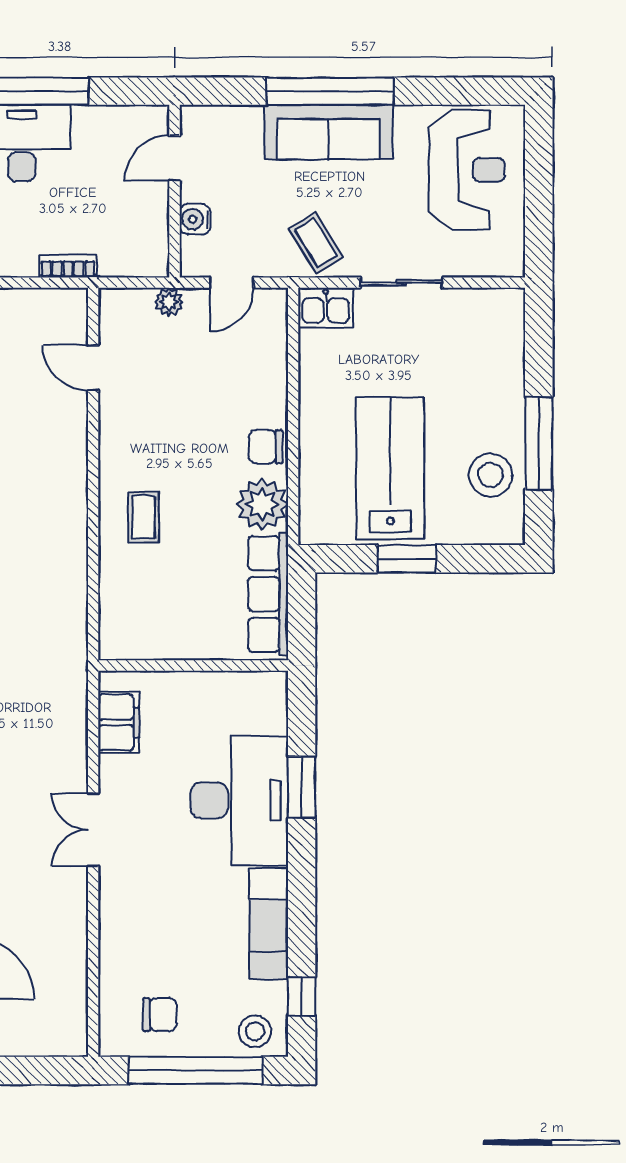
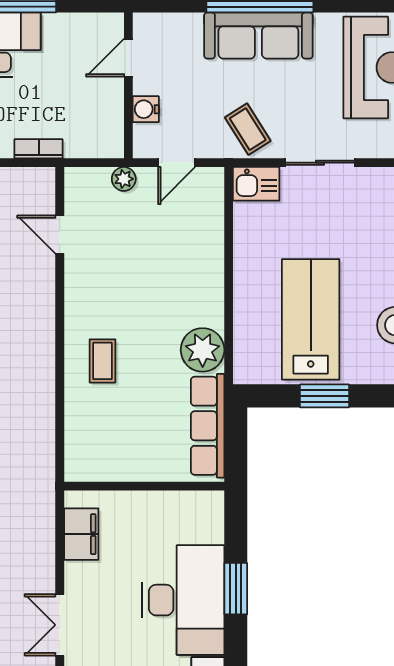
chair: (266, 447) -> (205, 301), removed

